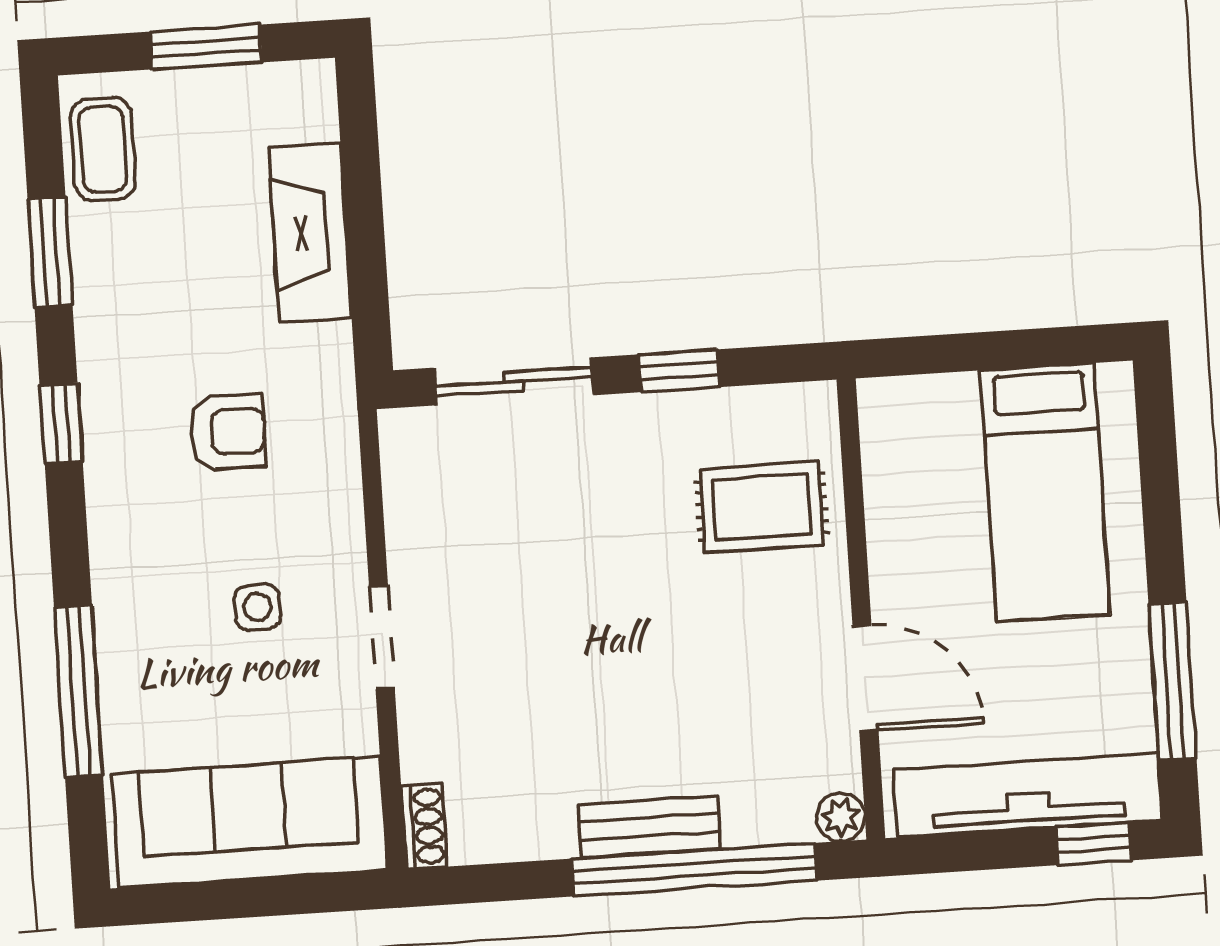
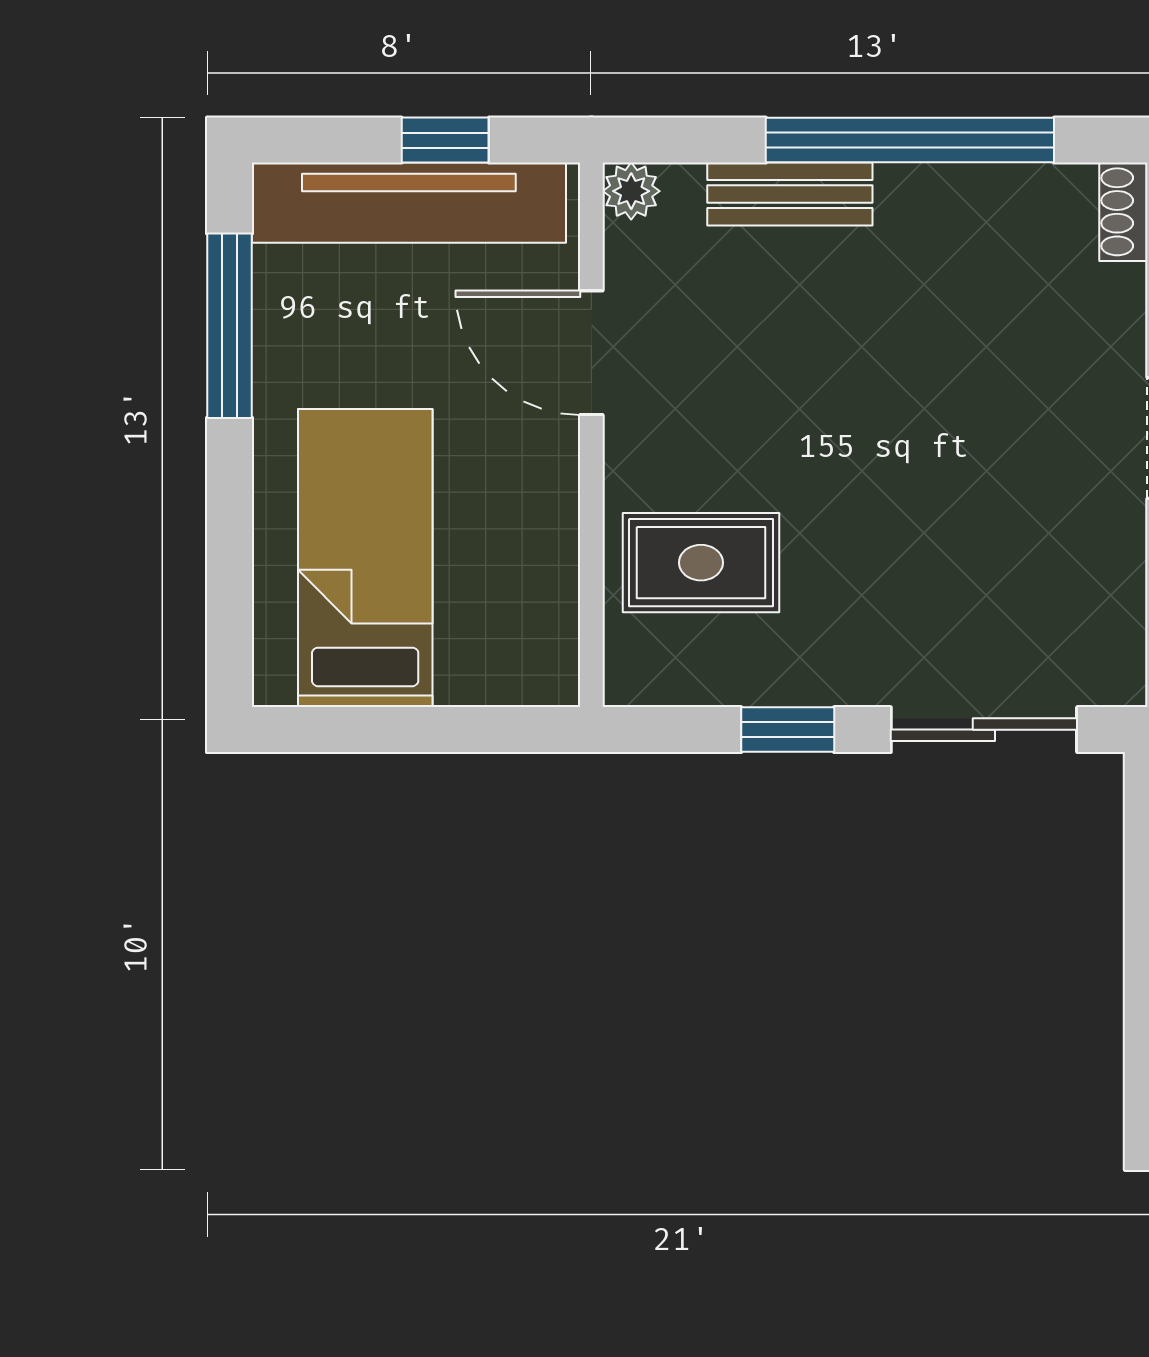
bench: (649, 827) -> (790, 194), moved
window: (1093, 844) -> (445, 140), moved
window: (694, 870) -> (910, 140), moved

